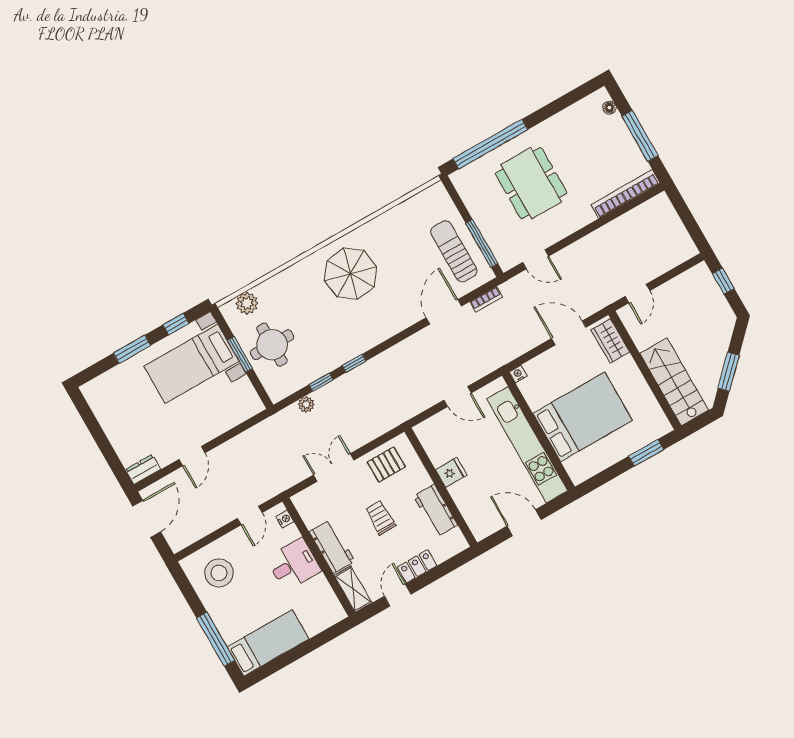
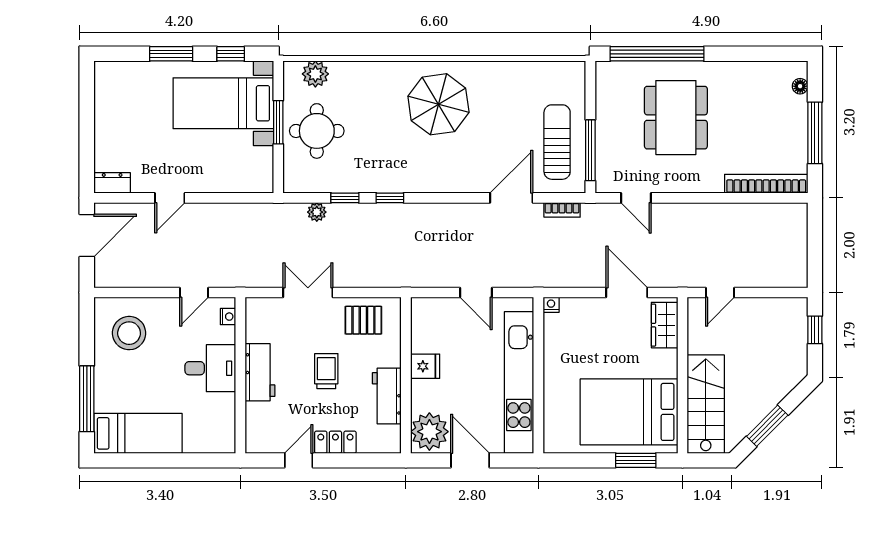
bed: (583, 417) -> (629, 412), moved, turned 180
plant: (482, 519) -> (429, 432), added
shelving: (353, 589) -> (256, 428), removed

